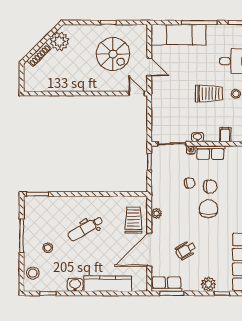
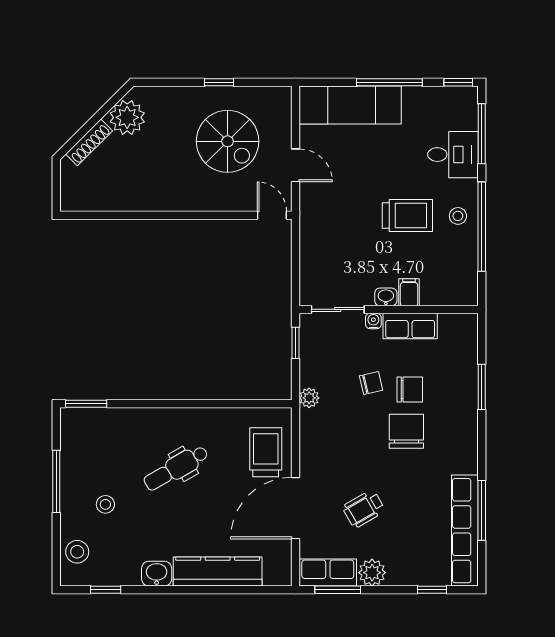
filing cabinet: (225, 135) -> (409, 292), moved
plant: (157, 213) -> (309, 398), moved
plant: (208, 284) -> (372, 573), moved

